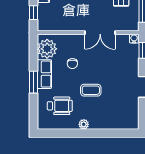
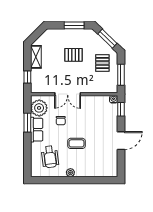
double door: (100, 33) -> (68, 94), moved
window: (34, 82) -> (27, 123), moved
wheelchair: (60, 106) -> (50, 157), turned 83

